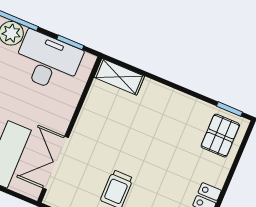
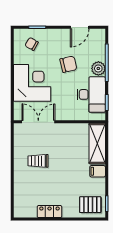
shelving: (119, 77) -> (97, 143), width x1.50, depth x1.33
filing cabinet: (173, 102) -> (98, 171), added

